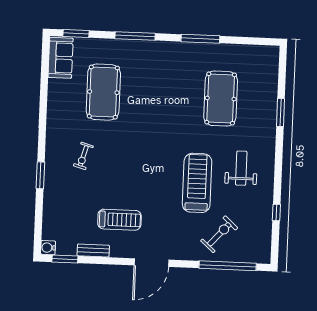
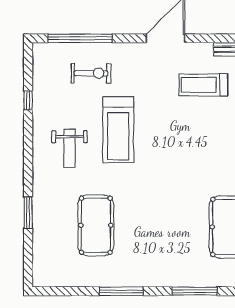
exercise bike: (219, 234) -> (91, 73), turned -132

